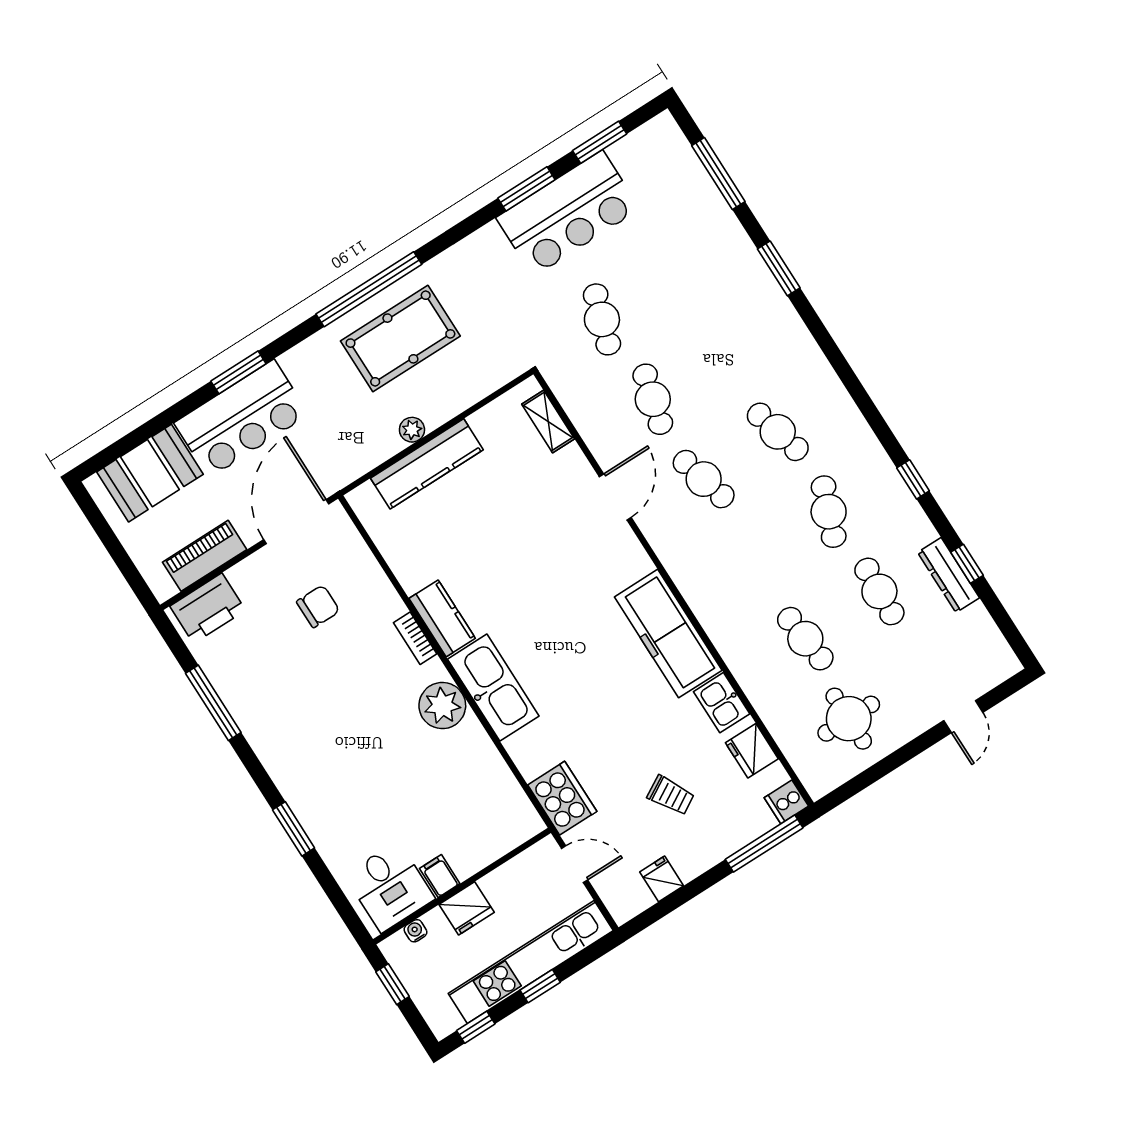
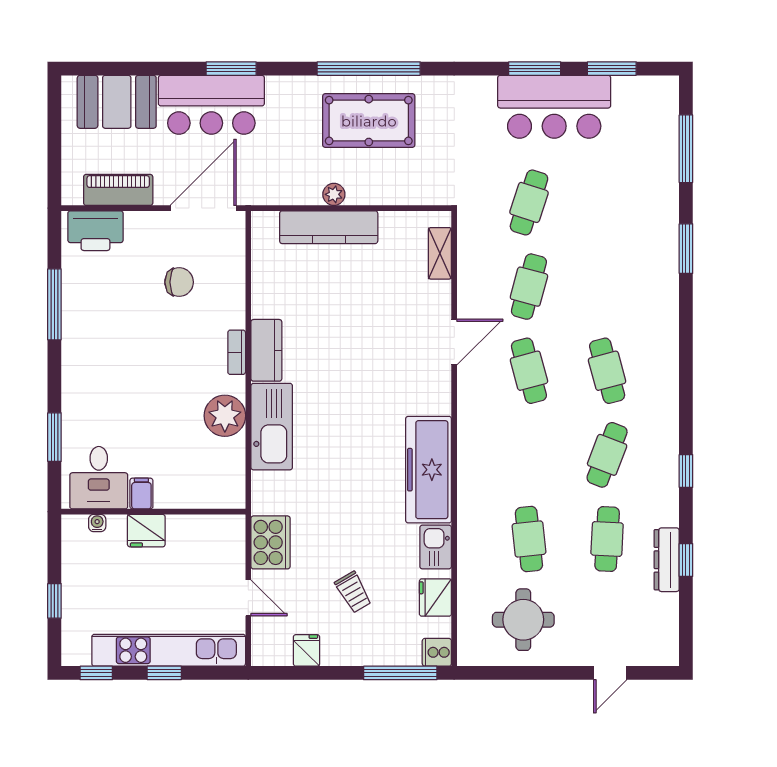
filing cabinet: (440, 876) -> (141, 494), moved
wall: (462, 886) -> (153, 512), moved
desk: (390, 887) -> (99, 478), moved
fridge: (467, 908) -> (146, 531), moved
water cooler: (415, 931) -> (97, 523), moved

